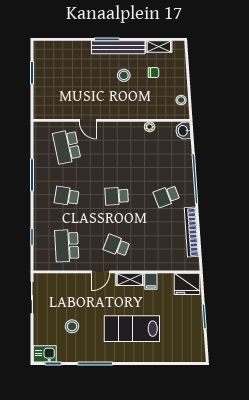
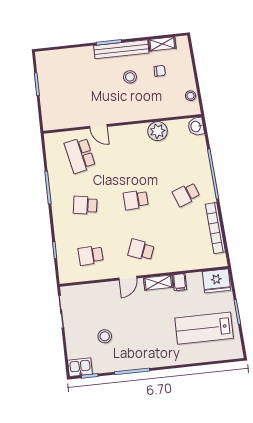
plant: (150, 127) -> (158, 131), width x1.88, depth x1.88
school desk: (67, 246) -> (91, 255), width x0.54
lab bench: (132, 329) -> (204, 328), moved

